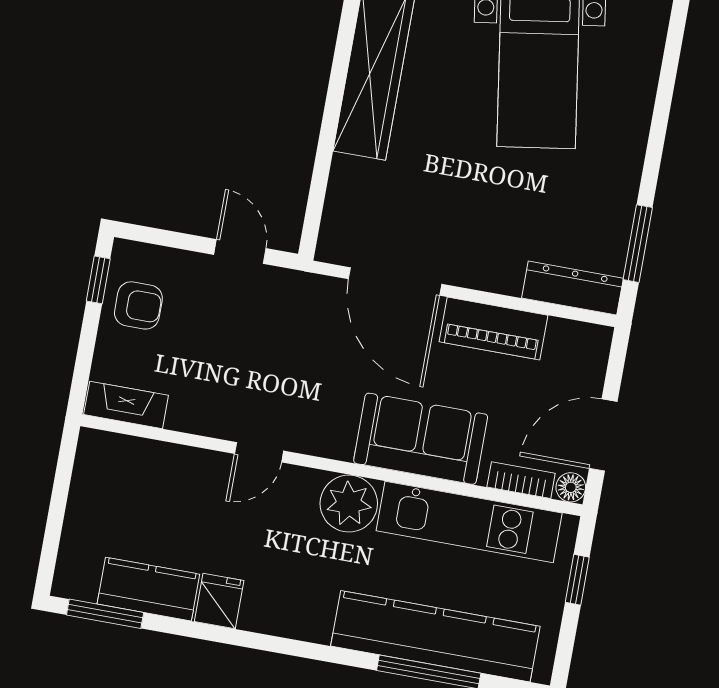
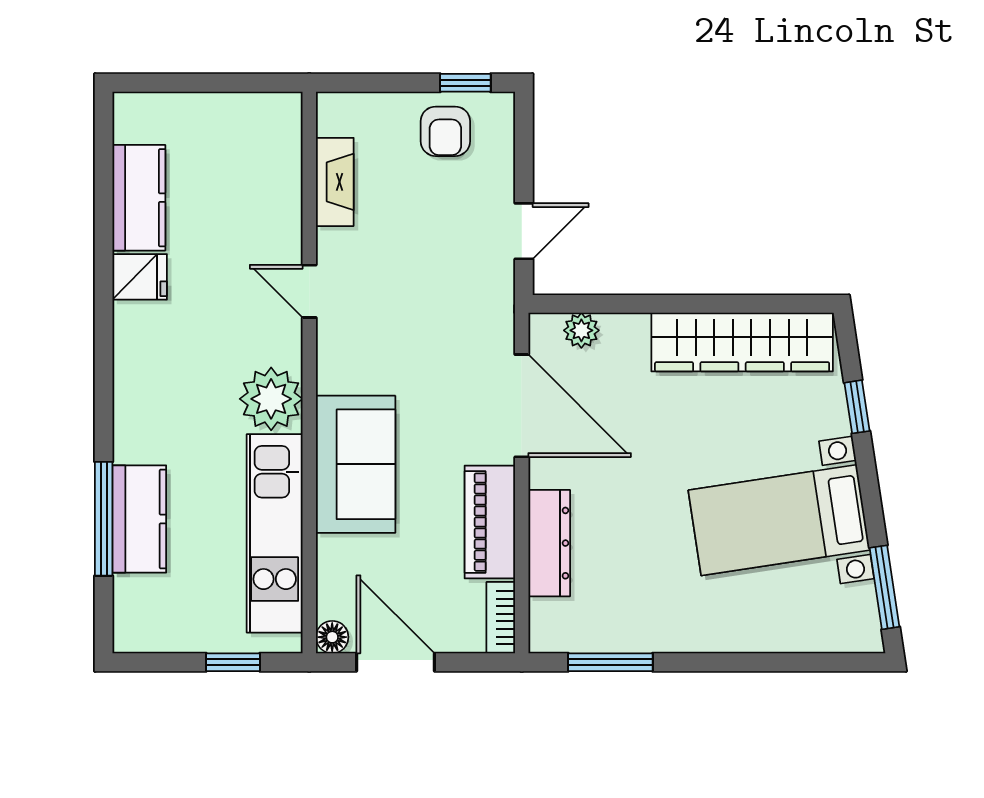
plant: (337, 216) -> (581, 330), added
door: (395, 281) -> (522, 406), swing flipped
dresser: (573, 288) -> (549, 543), moved
fireplace: (126, 405) -> (335, 182), moved
bookcase: (521, 480) -> (501, 618), moved, turned 180
window: (105, 614) -> (104, 155), removed
kitchen counter: (435, 636) -> (139, 519), width x0.48, depth x0.86

